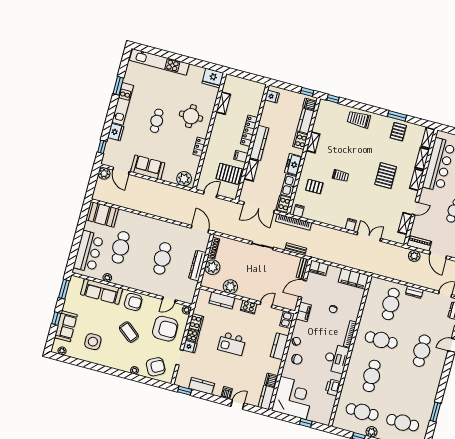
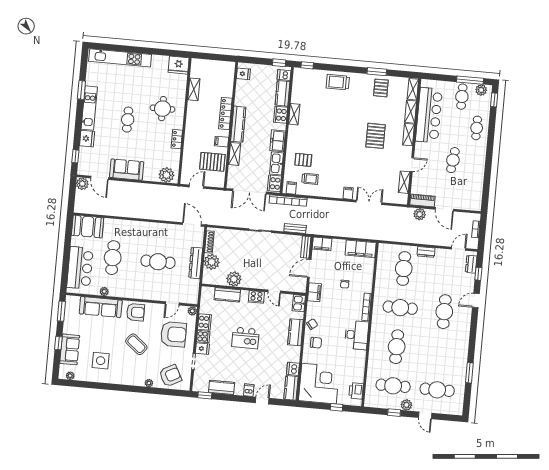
trolley: (340, 176) -> (310, 179), moved
cafe table: (162, 258) -> (158, 262), turned 90
door: (266, 305) -> (274, 291), swing flipped
printer: (333, 387) -> (356, 391), moved

